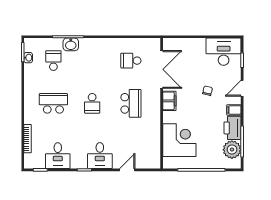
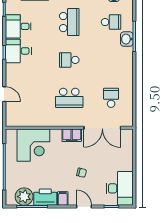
desk: (100, 156) -> (18, 51), moved

